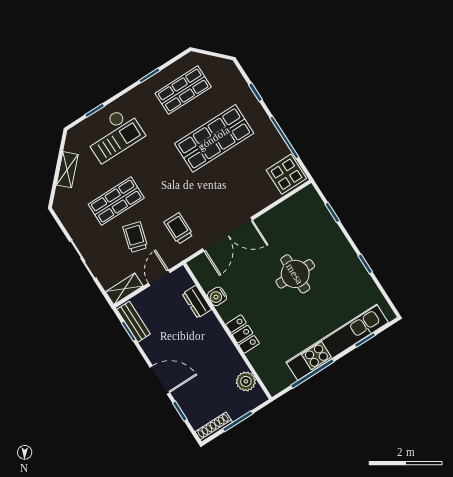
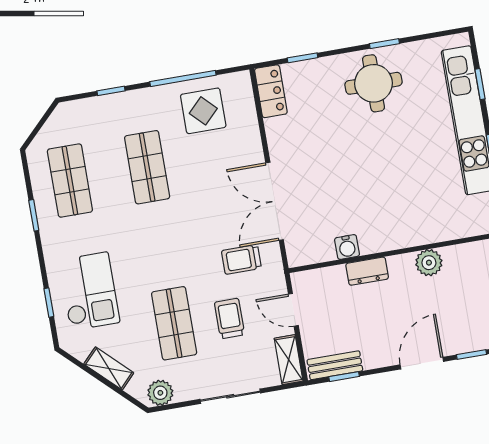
shop shelf: (214, 138) -> (147, 167), width x0.70, depth x0.74
display table: (286, 174) -> (203, 111), moved
plant: (65, 212) -> (160, 393), added
double door: (227, 234) -> (275, 201), swing flipped
trolley: (135, 237) -> (230, 319), turned 74
round table: (295, 274) -> (373, 83), moved
dresser: (197, 302) -> (367, 271), moved
locker: (243, 334) -> (271, 91), moved, turned 90
plant: (246, 381) -> (429, 263), moved

